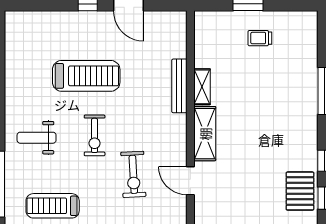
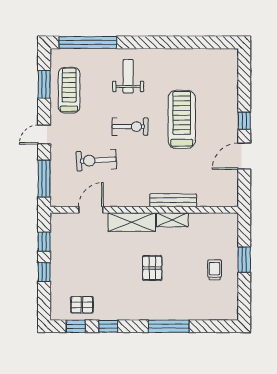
treadmill: (86, 76) -> (182, 119), turned 180
pallet: (258, 110) -> (152, 268), added
exercise bike: (95, 135) -> (130, 127), turned 180
pallet: (300, 191) -> (82, 305), width x0.67, depth x0.71

